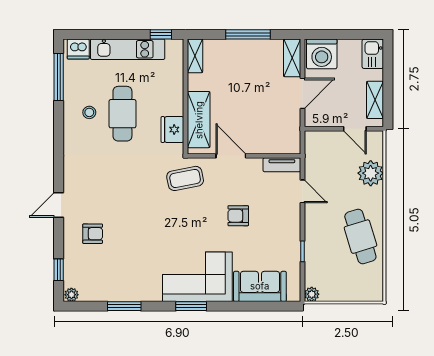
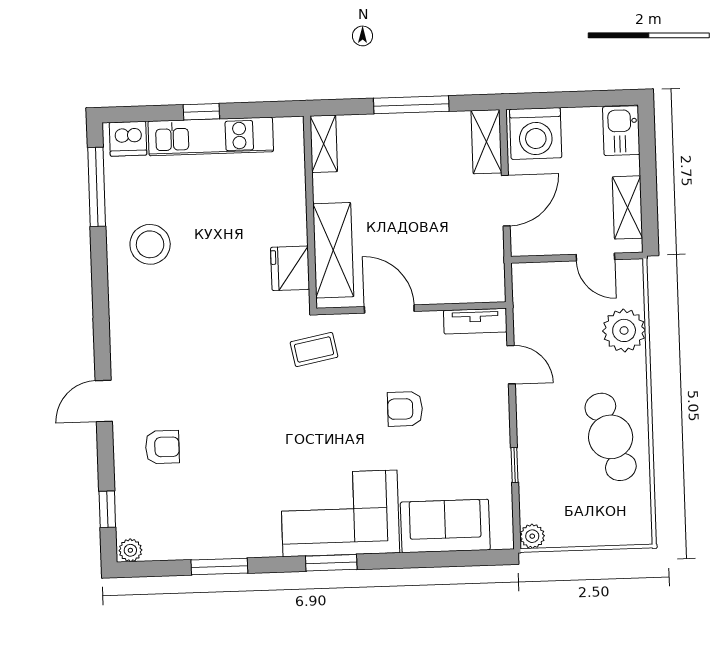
window: (161, 34) -> (201, 112), moved
stool: (89, 112) -> (150, 244), width x1.89, depth x1.89
cafe table: (122, 114) -> (206, 245), removed
coffee table: (185, 178) -> (314, 350), width x0.73, depth x0.77

